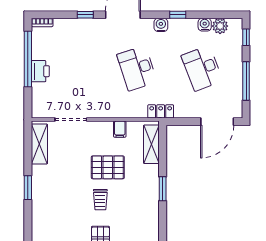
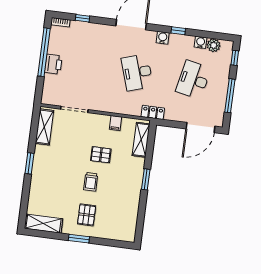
window: (85, 15) -> (82, 18), moved
desk: (202, 68) -> (193, 80), turned 33
pallet: (108, 167) -> (101, 155), width x0.67, depth x0.71

